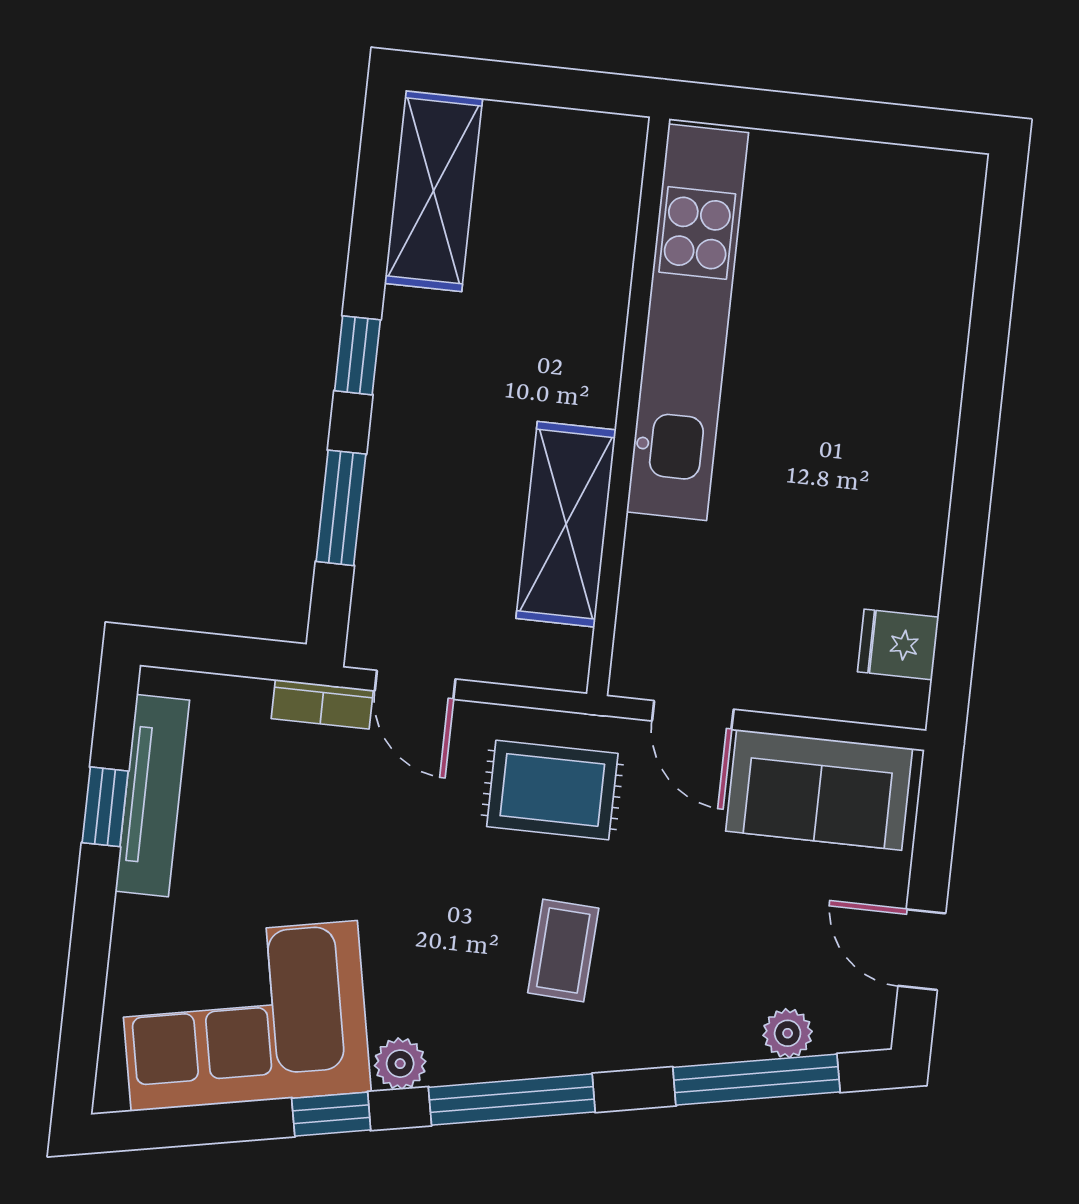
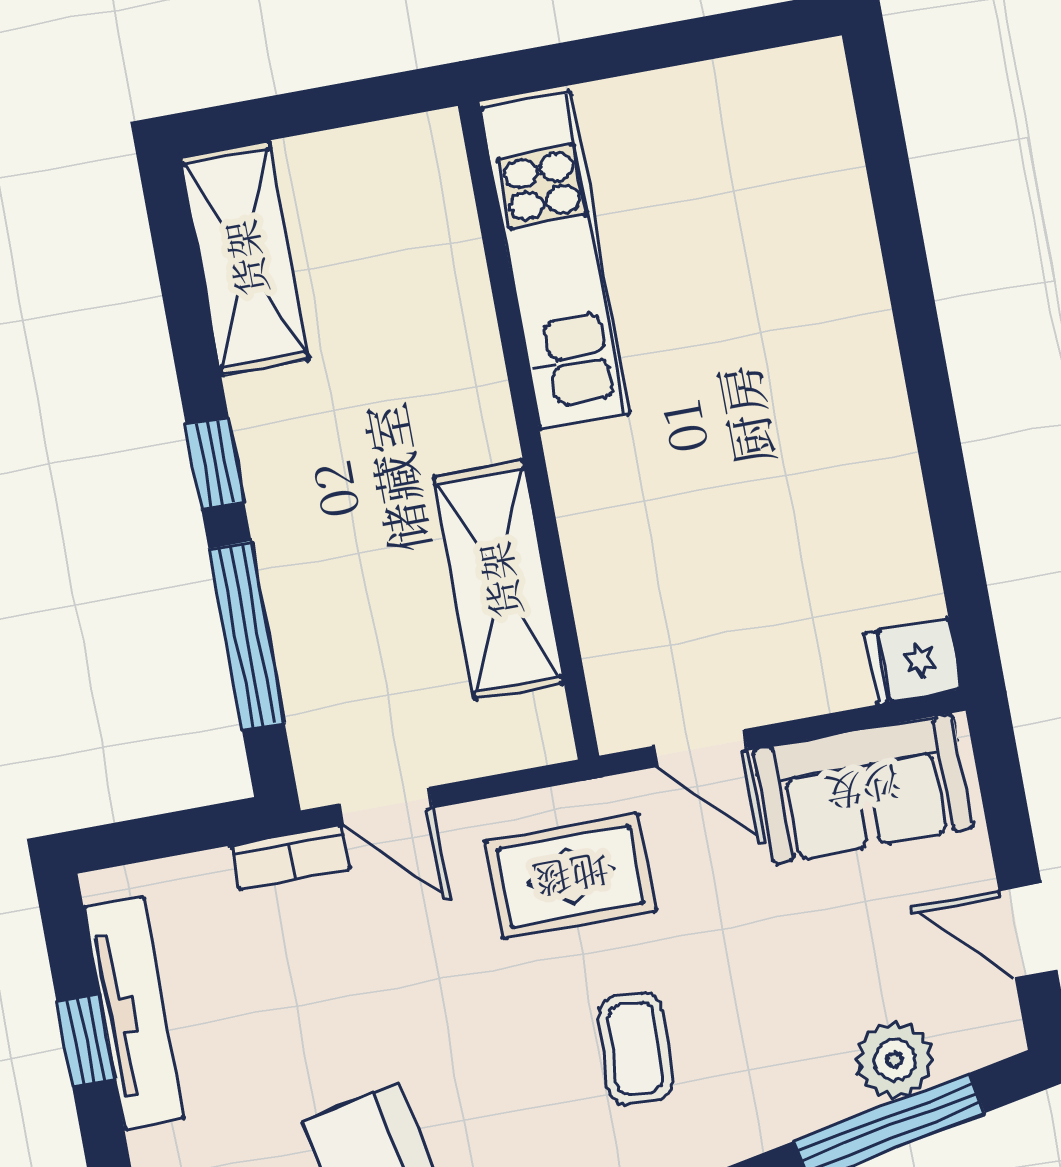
kitchen unit: (688, 322) -> (555, 261), width x0.73
window: (341, 508) -> (247, 636), width x1.44
fridge: (898, 644) -> (913, 661), moved
plant: (788, 1033) -> (894, 1060), width x1.38, depth x1.38

